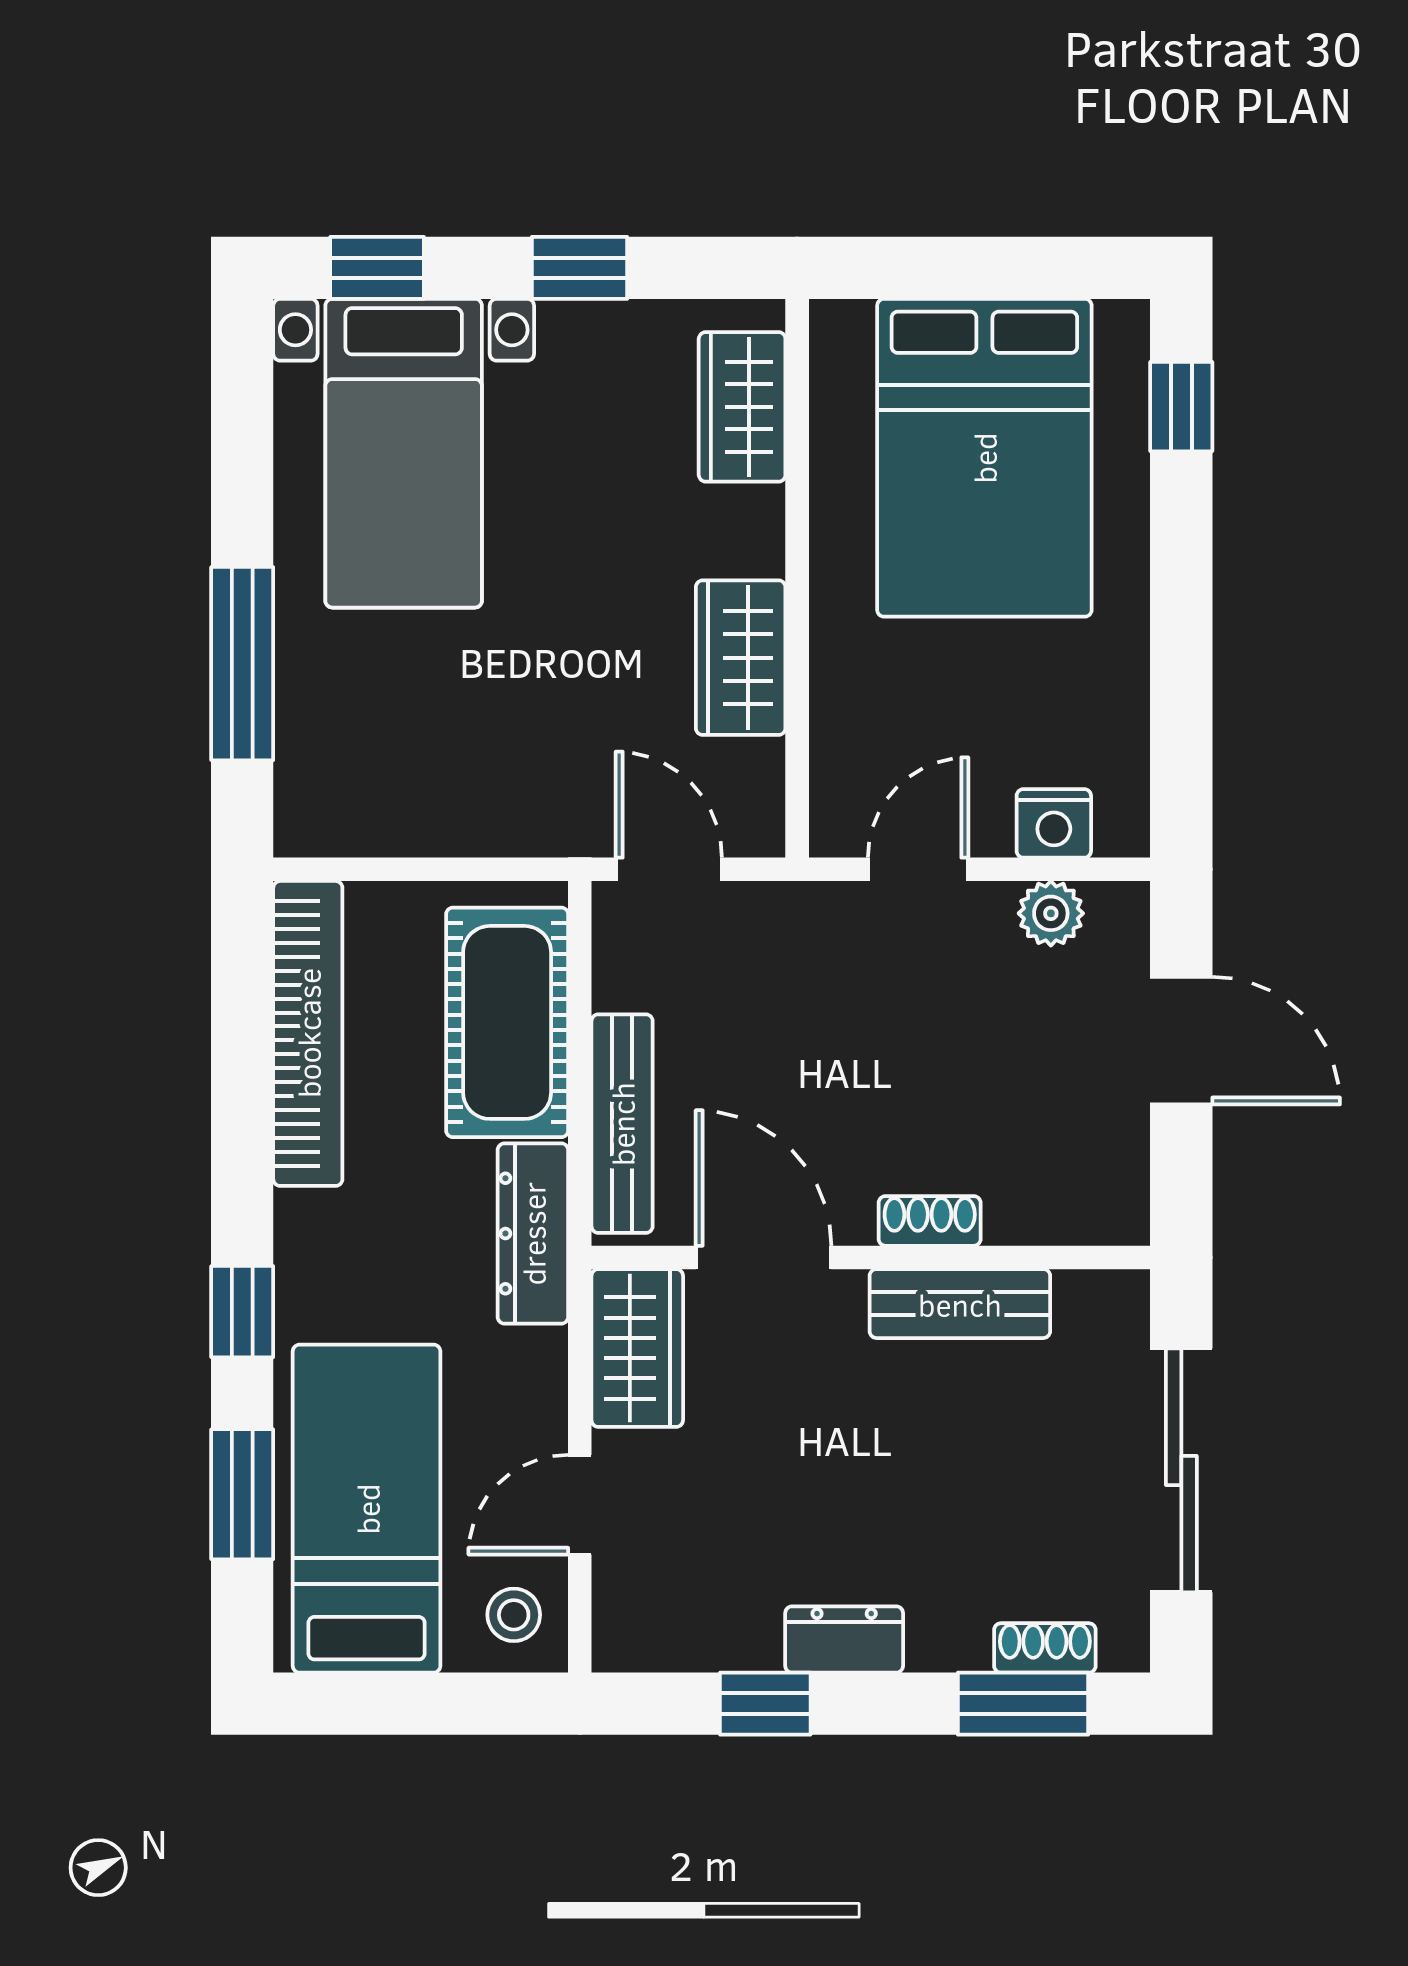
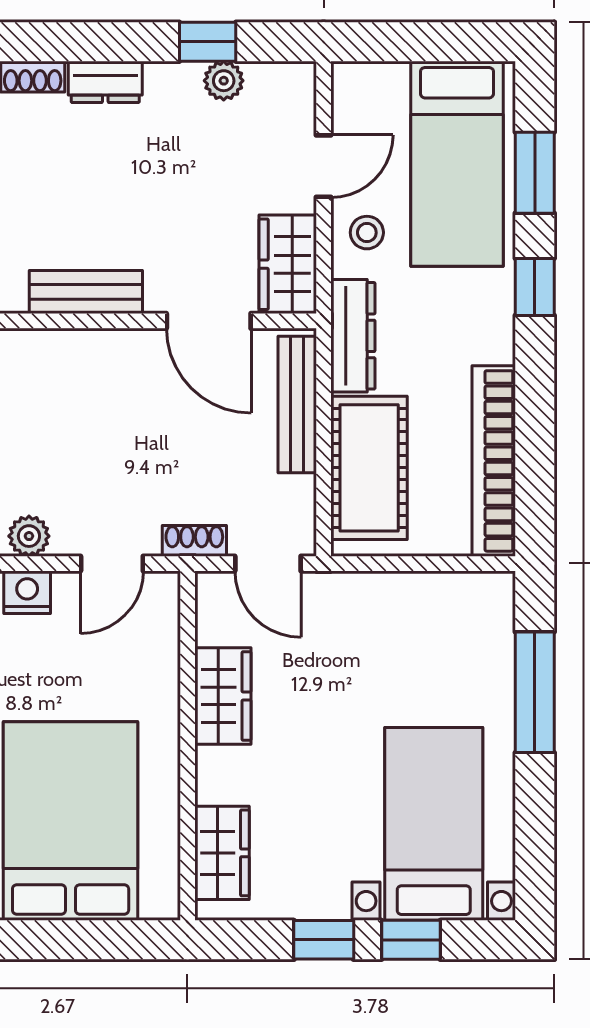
window: (377, 268) -> (411, 940), moved
shoe rack: (930, 1221) -> (194, 541), moved, turned 180
stool: (514, 1615) -> (367, 233), moved
dresser: (844, 1639) -> (105, 82), moved
plant: (740, 1641) -> (224, 81), added
window: (1023, 1704) -> (46, 42), removed

